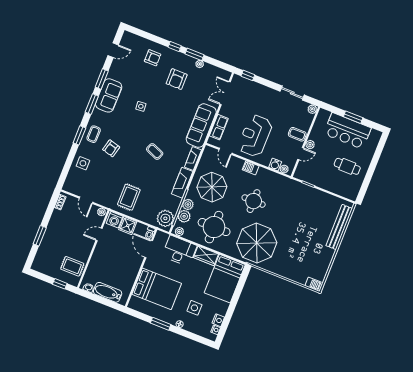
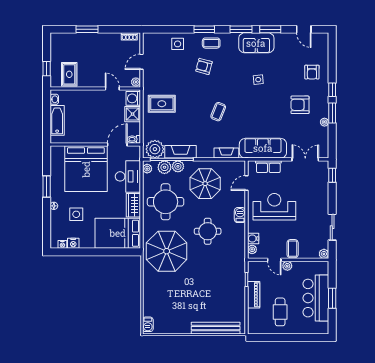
fireplace: (182, 183) -> (181, 152), moved
piano: (323, 183) -> (254, 295), added
bed: (157, 289) -> (86, 169), width x1.36

